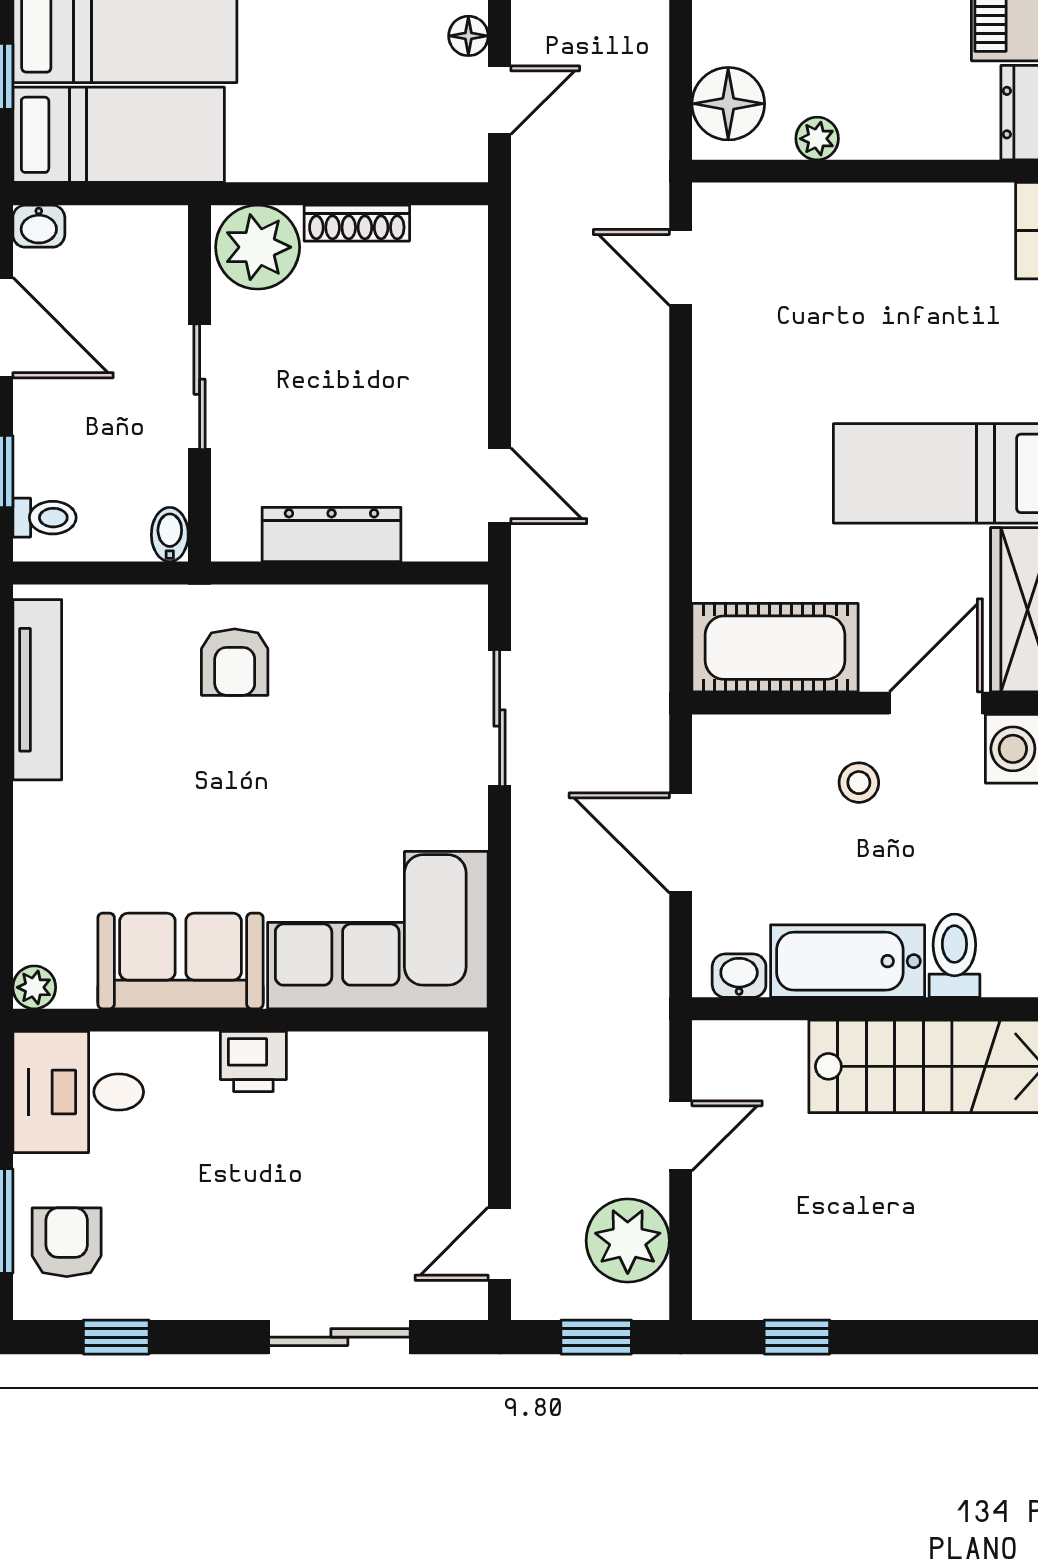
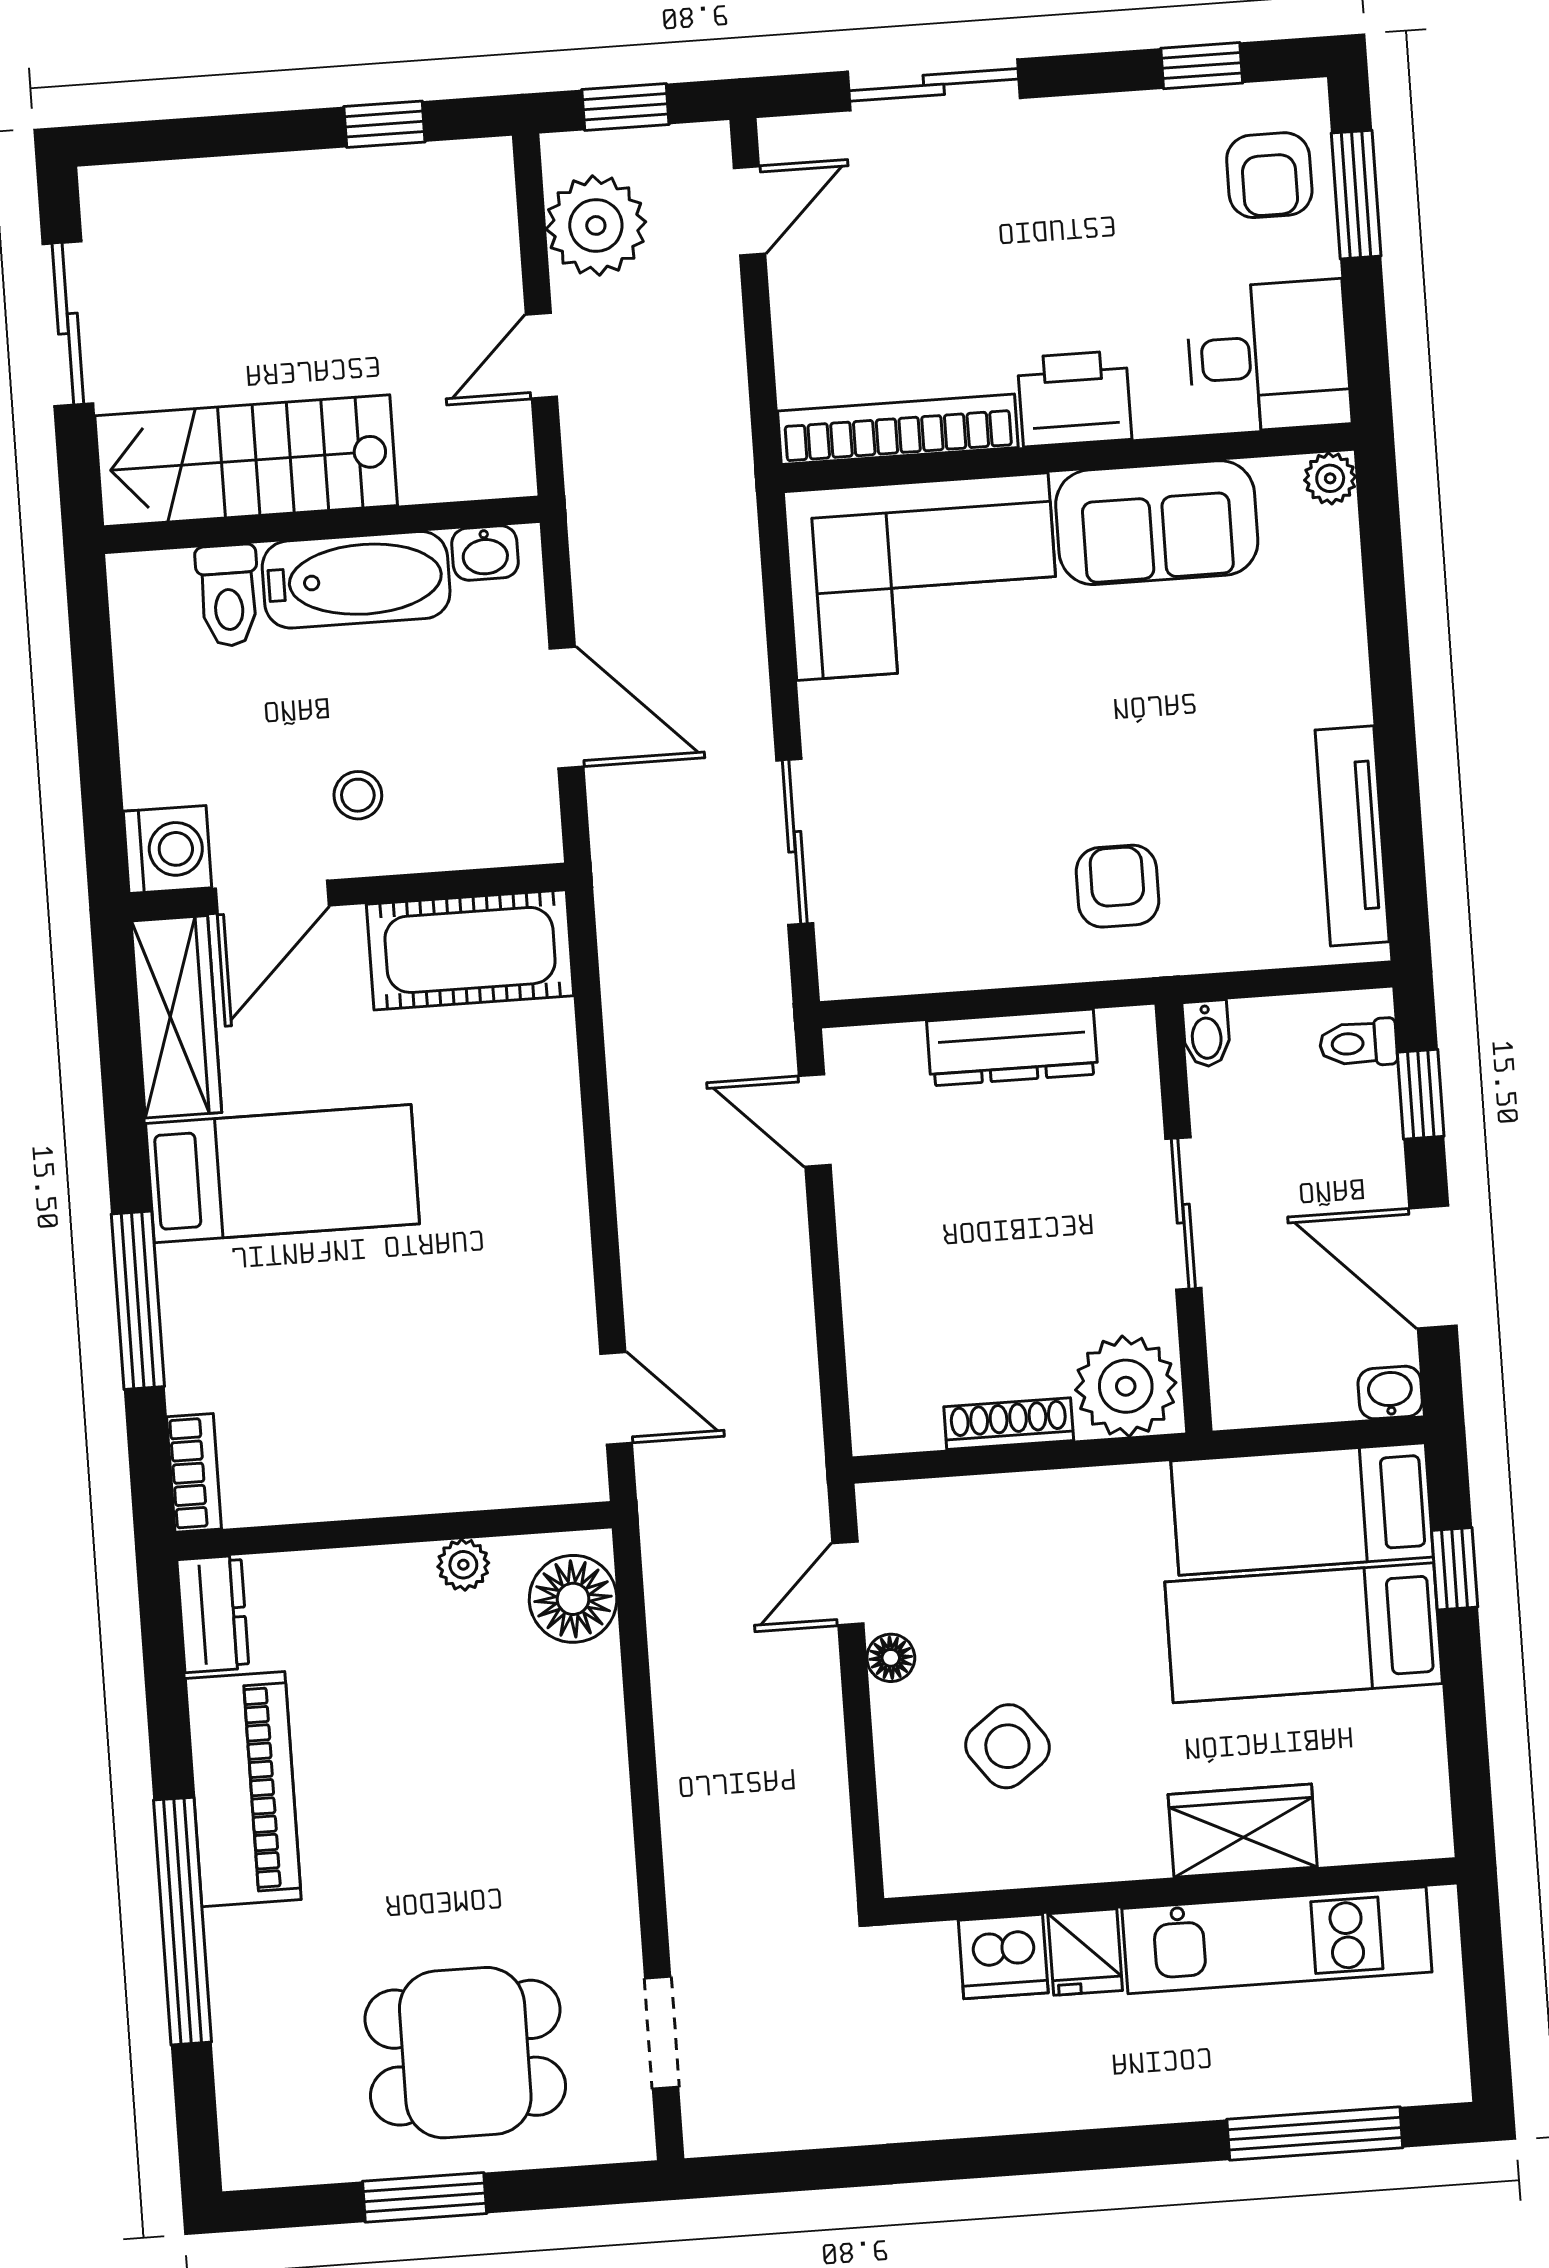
bookcase: (390, 1054) -> (898, 429), added
printer: (253, 1061) -> (1074, 399), width x1.36, depth x1.24

